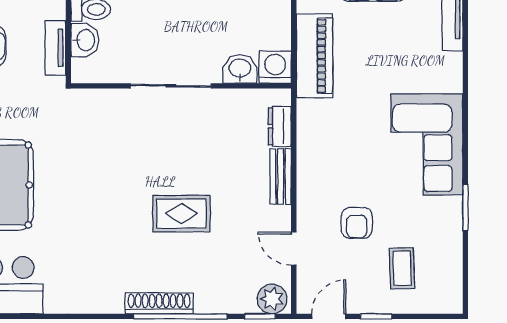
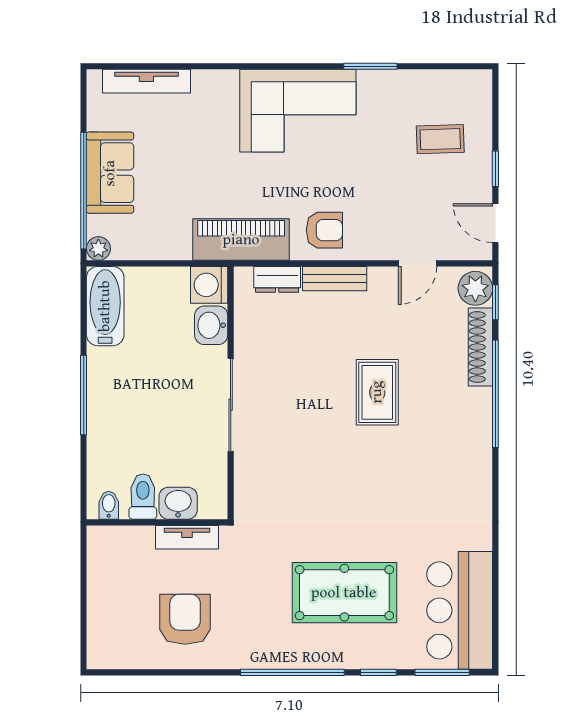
piano: (315, 56) -> (241, 240), moved
armchair: (357, 223) -> (324, 230), moved
shoe rack: (159, 303) -> (480, 347), moved

